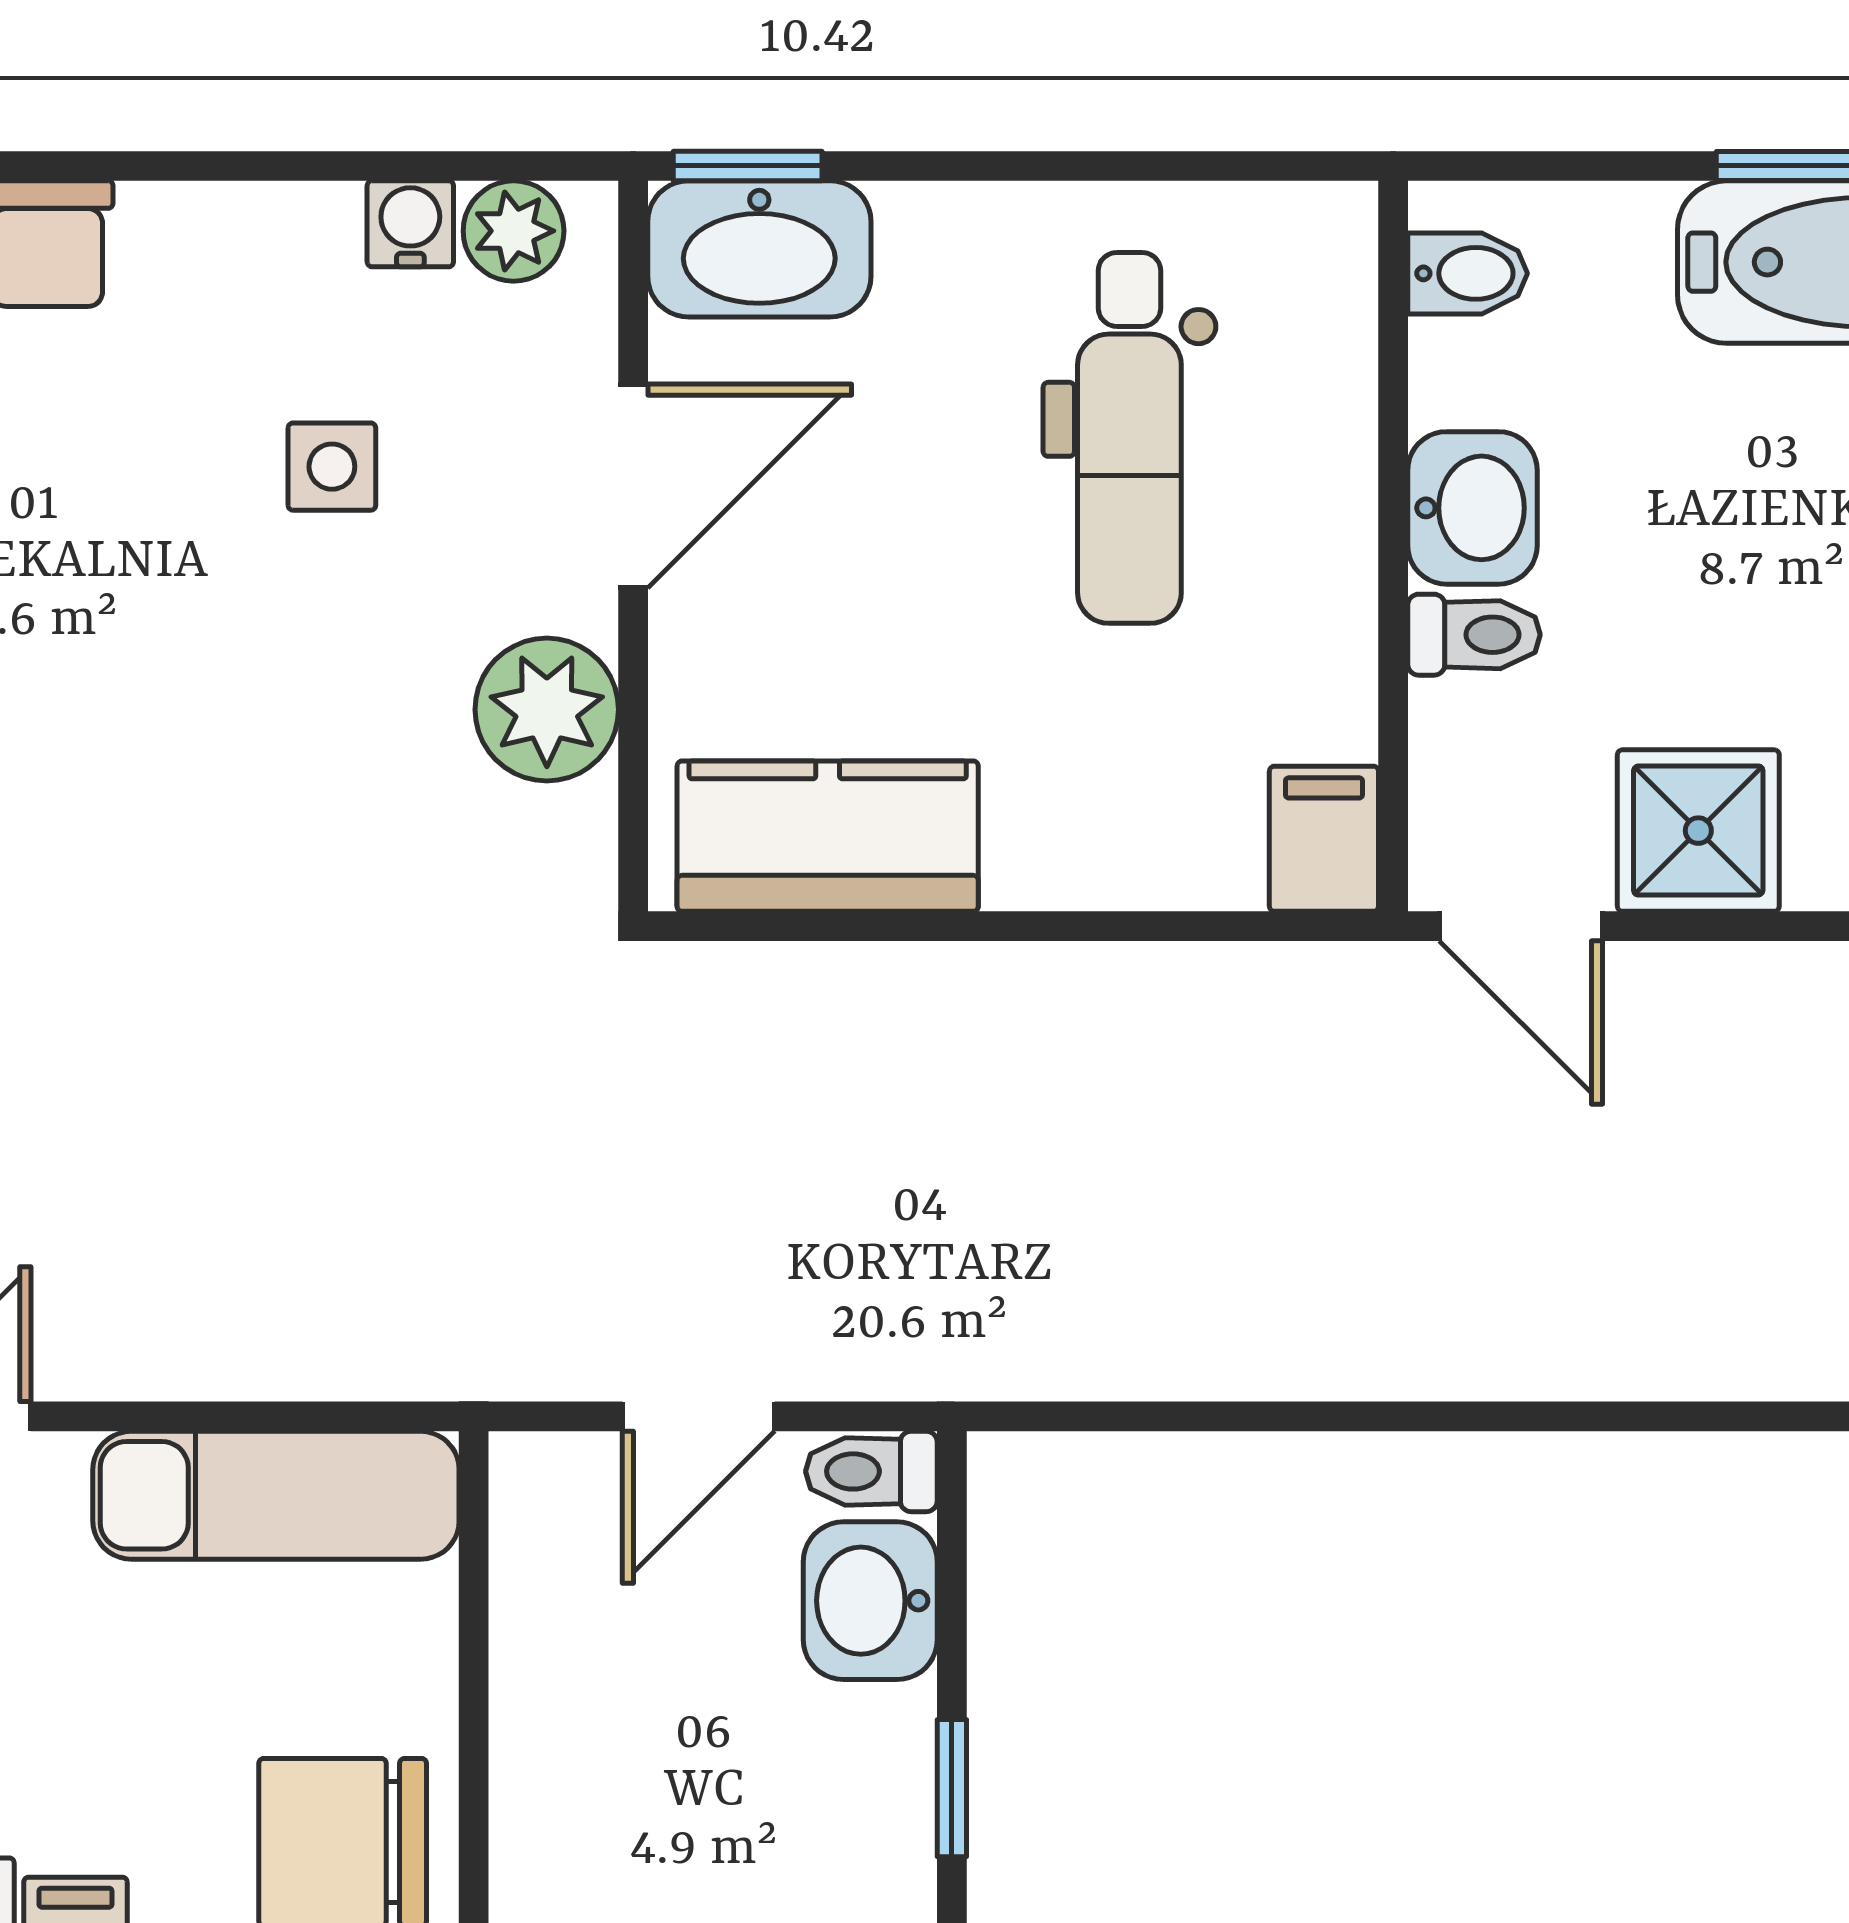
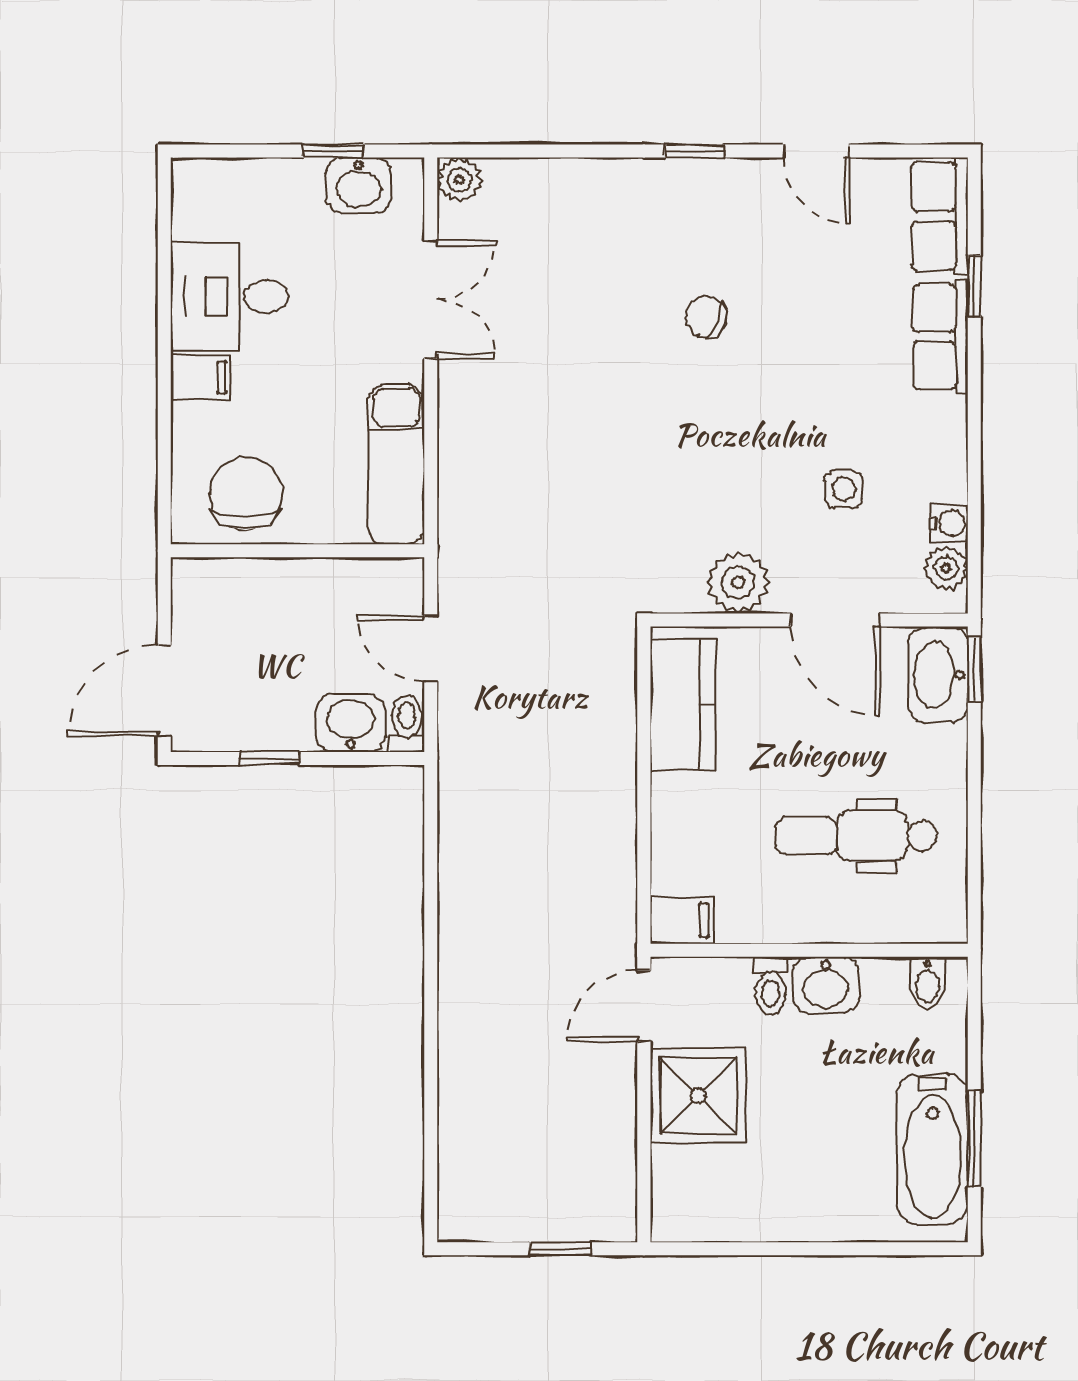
shower: (1698, 831) -> (698, 1096), width x1.36, depth x1.36

